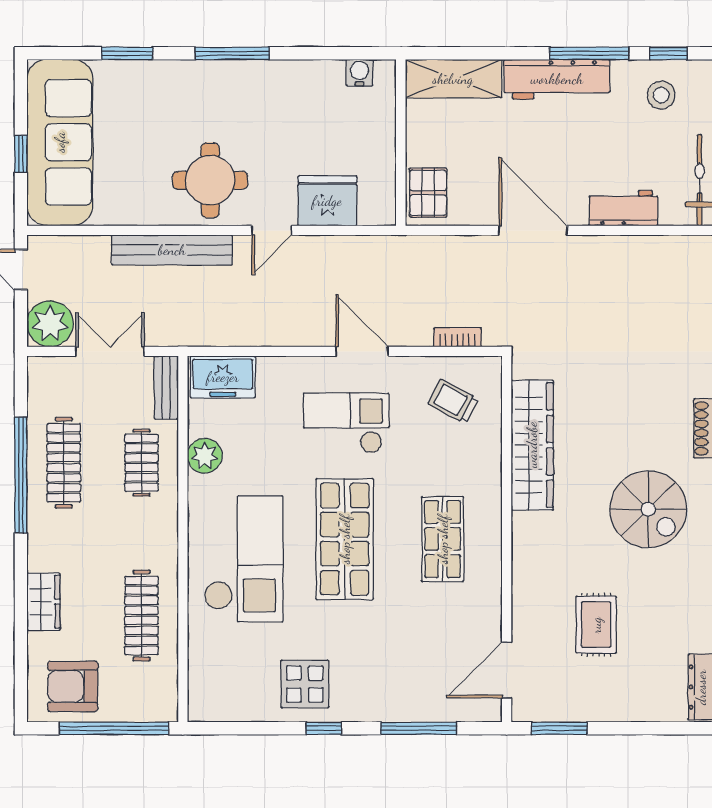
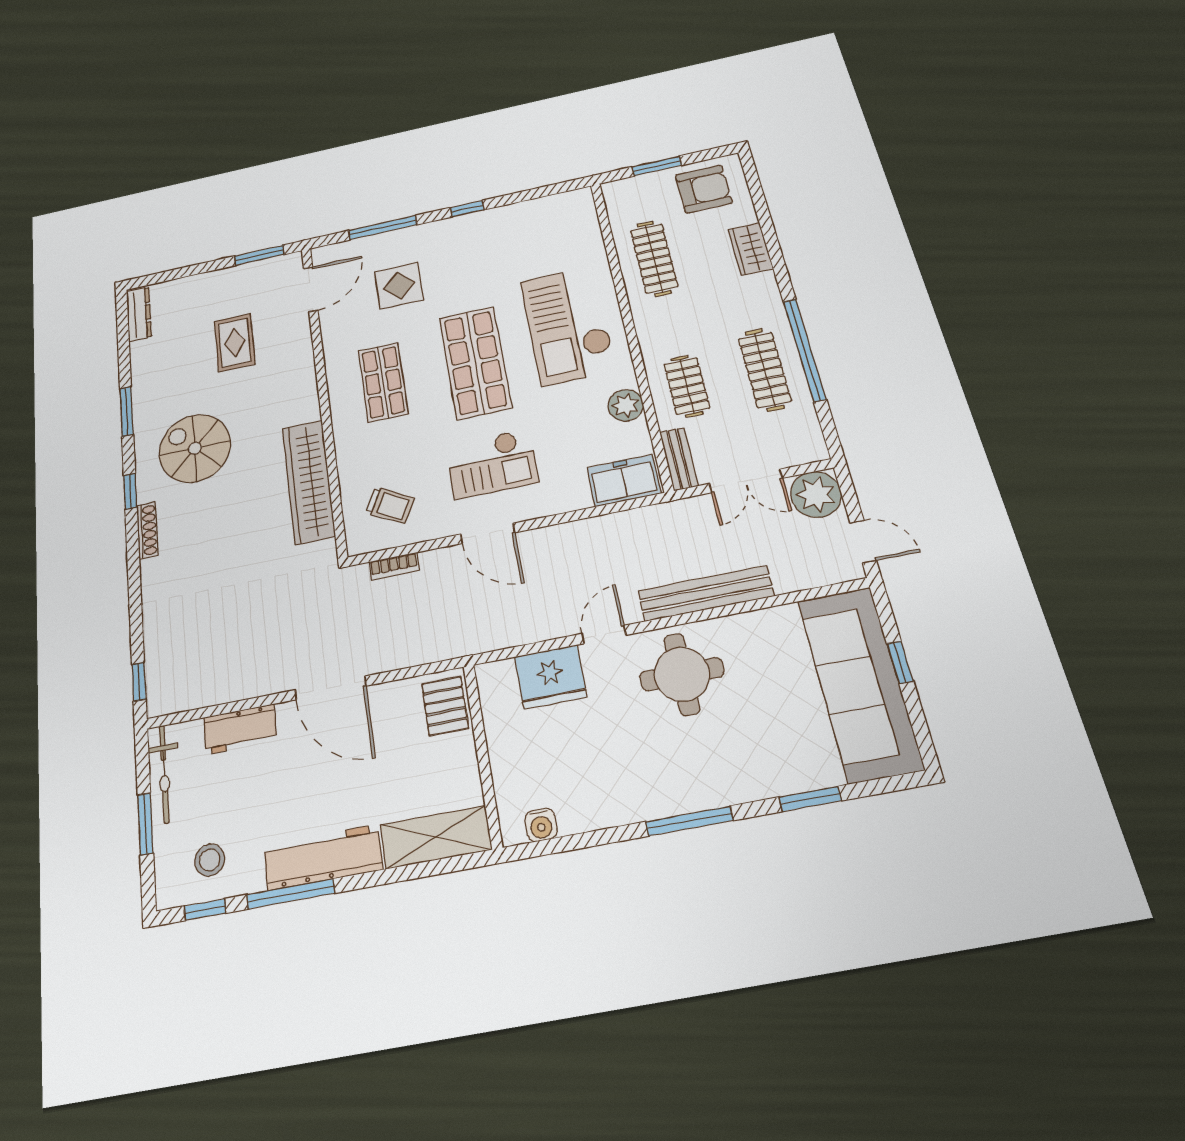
display table: (305, 684) -> (399, 286), moved
window: (114, 728) -> (657, 166), width x0.47

